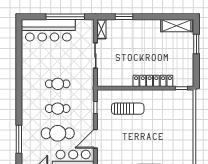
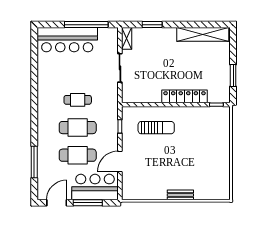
shelving: (177, 26) -> (203, 34), width x1.47
window: (196, 44) -> (233, 76), moved
cafe table: (58, 109) -> (78, 128), width x1.37, depth x1.35

